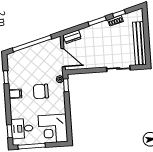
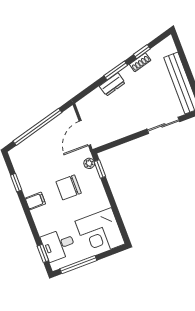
dresser: (72, 37) -> (112, 84), moved
door: (63, 58) -> (85, 133), swing flipped

